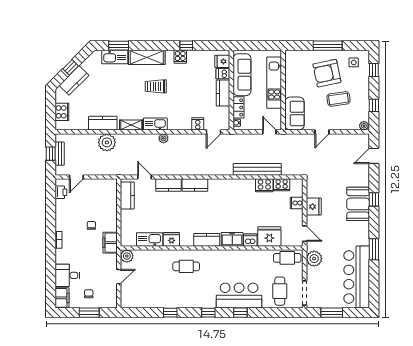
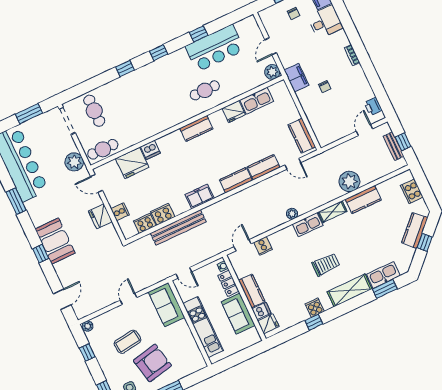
sofa: (242, 75) -> (238, 314), width x0.73
freezer: (232, 239) -> (200, 196), moved, turned 180
bar counter: (239, 296) -> (215, 48), moved

